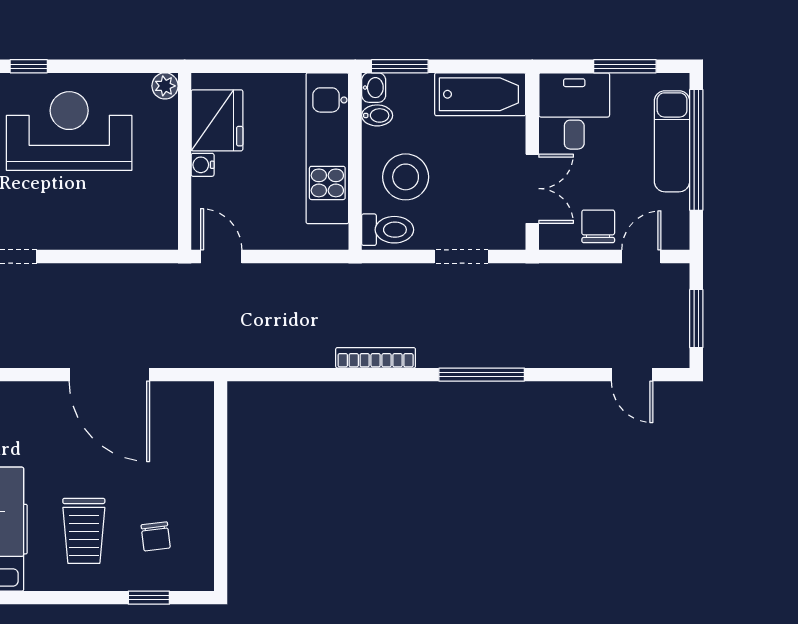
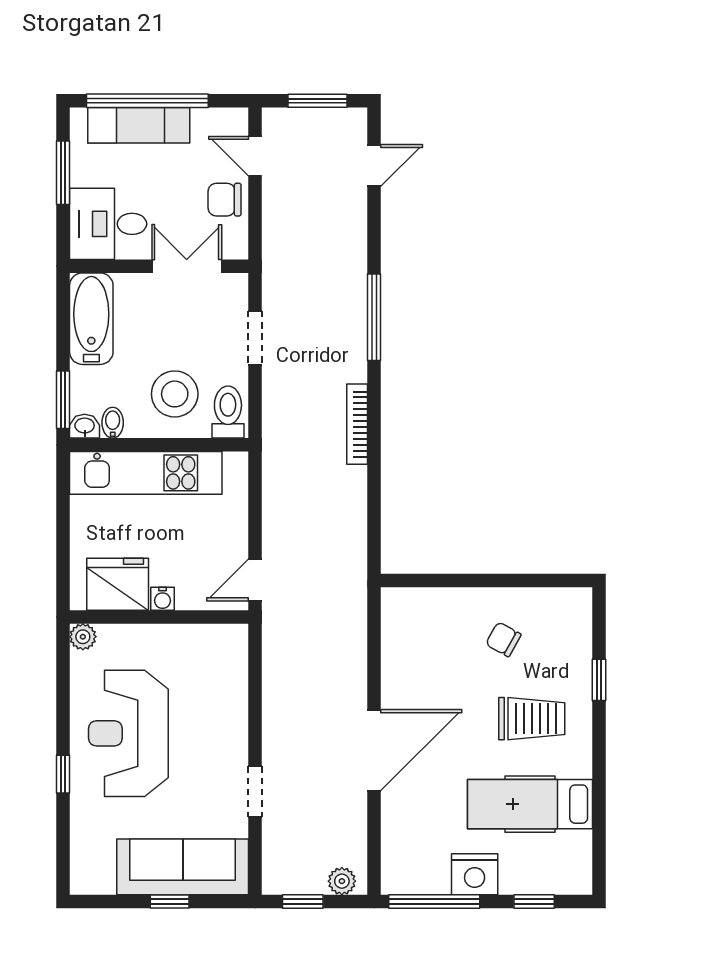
door: (109, 375) -> (374, 750), moved
chair: (156, 536) -> (503, 639), moved, turned -144
window: (149, 598) -> (599, 680), moved

